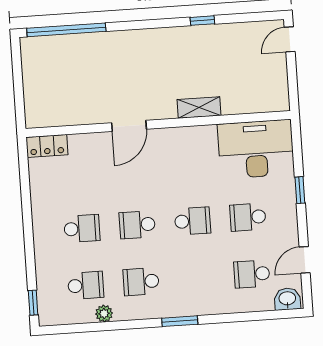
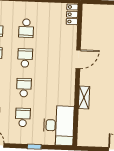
door: (129, 126) -> (78, 59), swing flipped
school desk: (193, 221) -> (24, 88), turned 180

